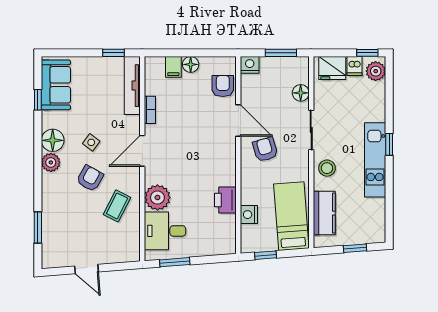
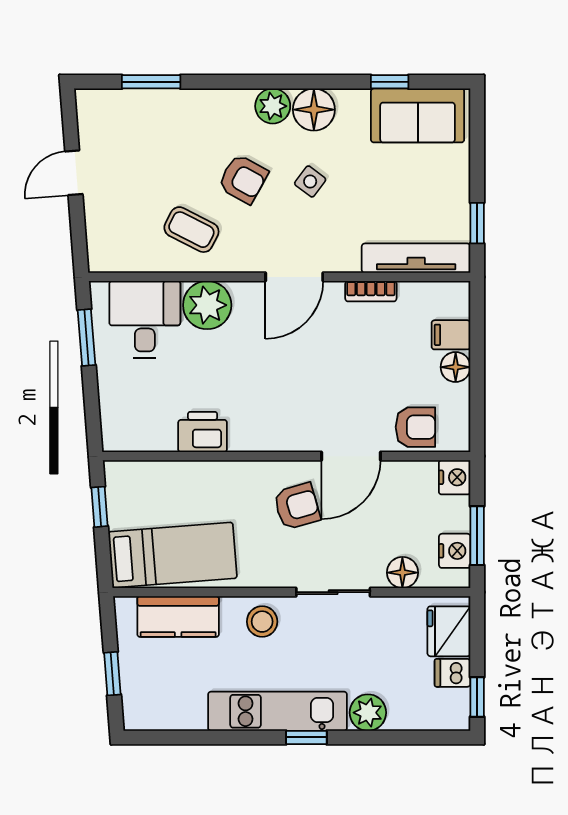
plant: (376, 71) -> (368, 713), moved
door: (142, 151) -> (294, 277), swing flipped
nightstand: (249, 215) -> (455, 551), moved, turned 90

